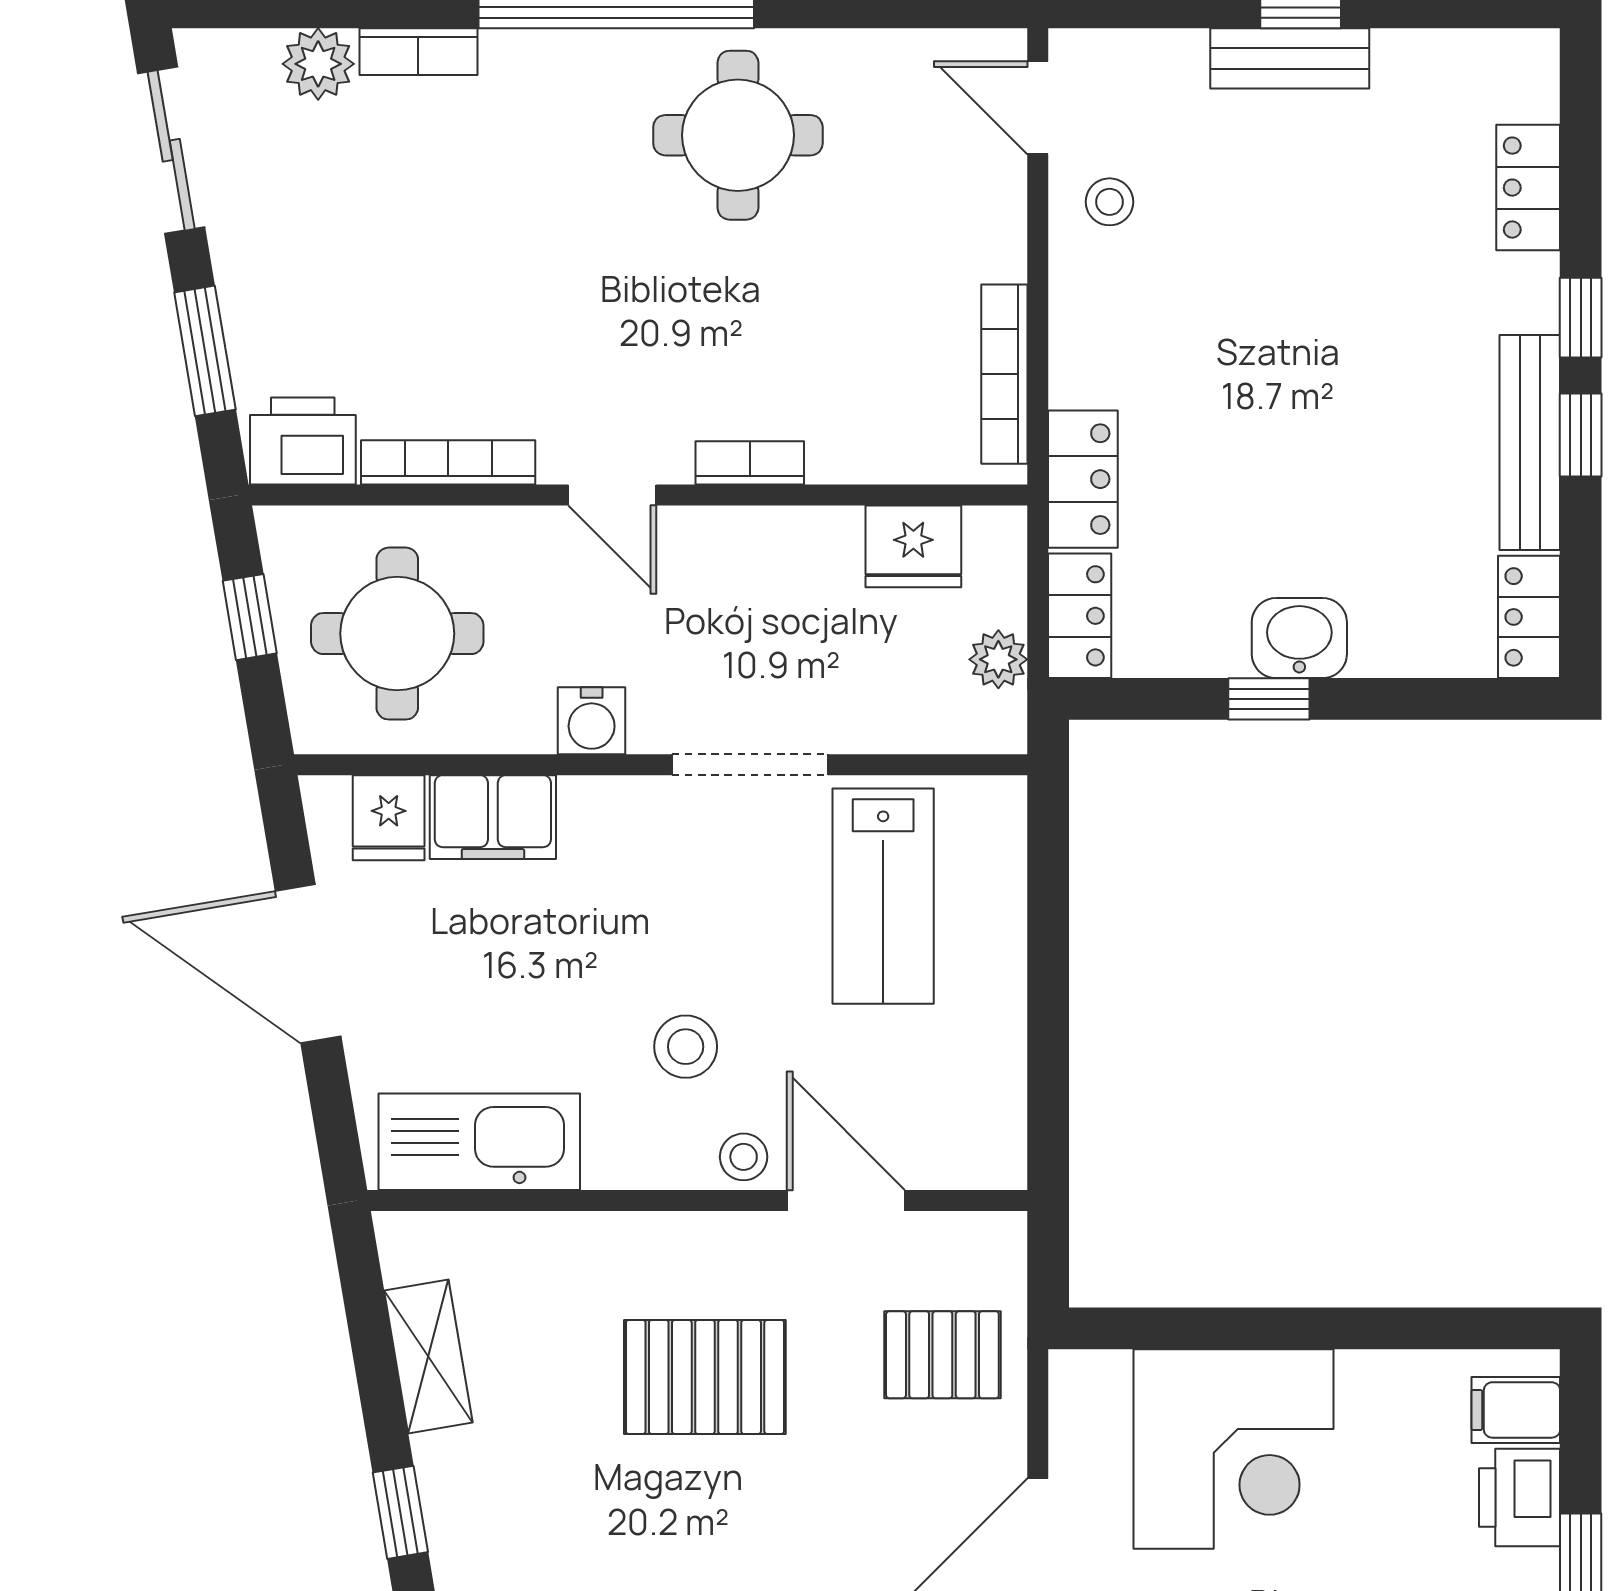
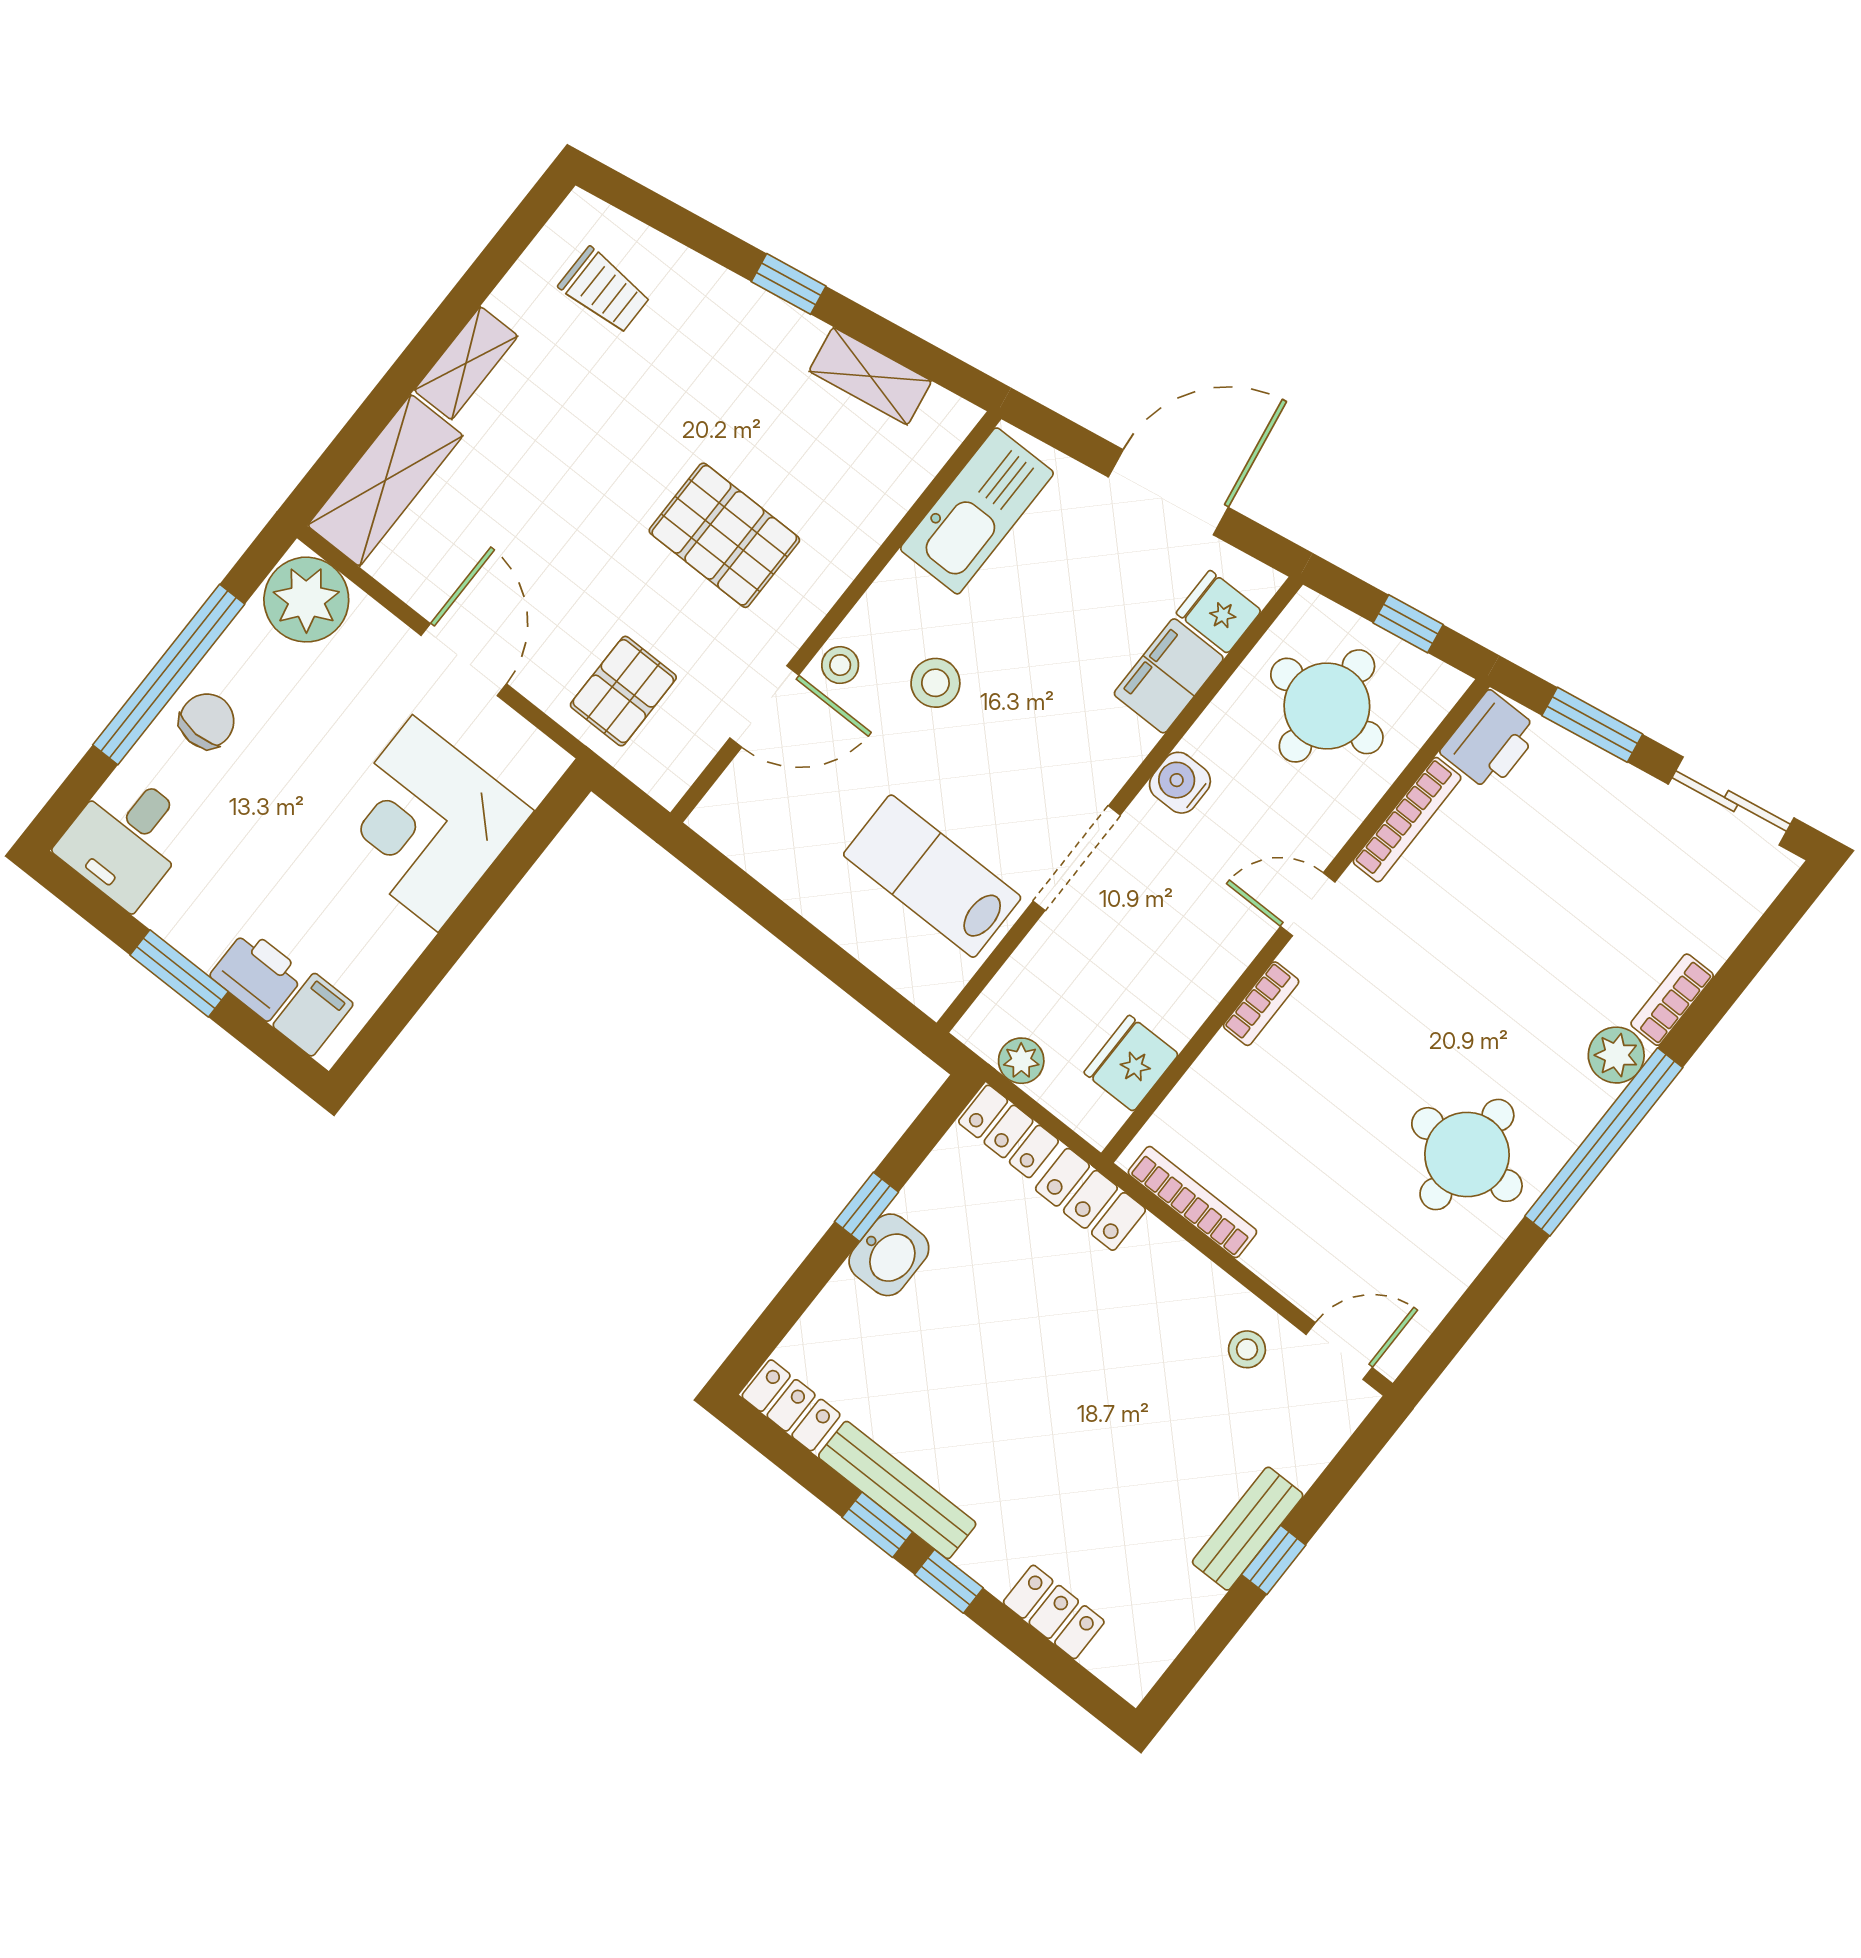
plant: (318, 64) -> (1616, 1055), moved
pallet: (705, 1377) -> (724, 535), turned 90

